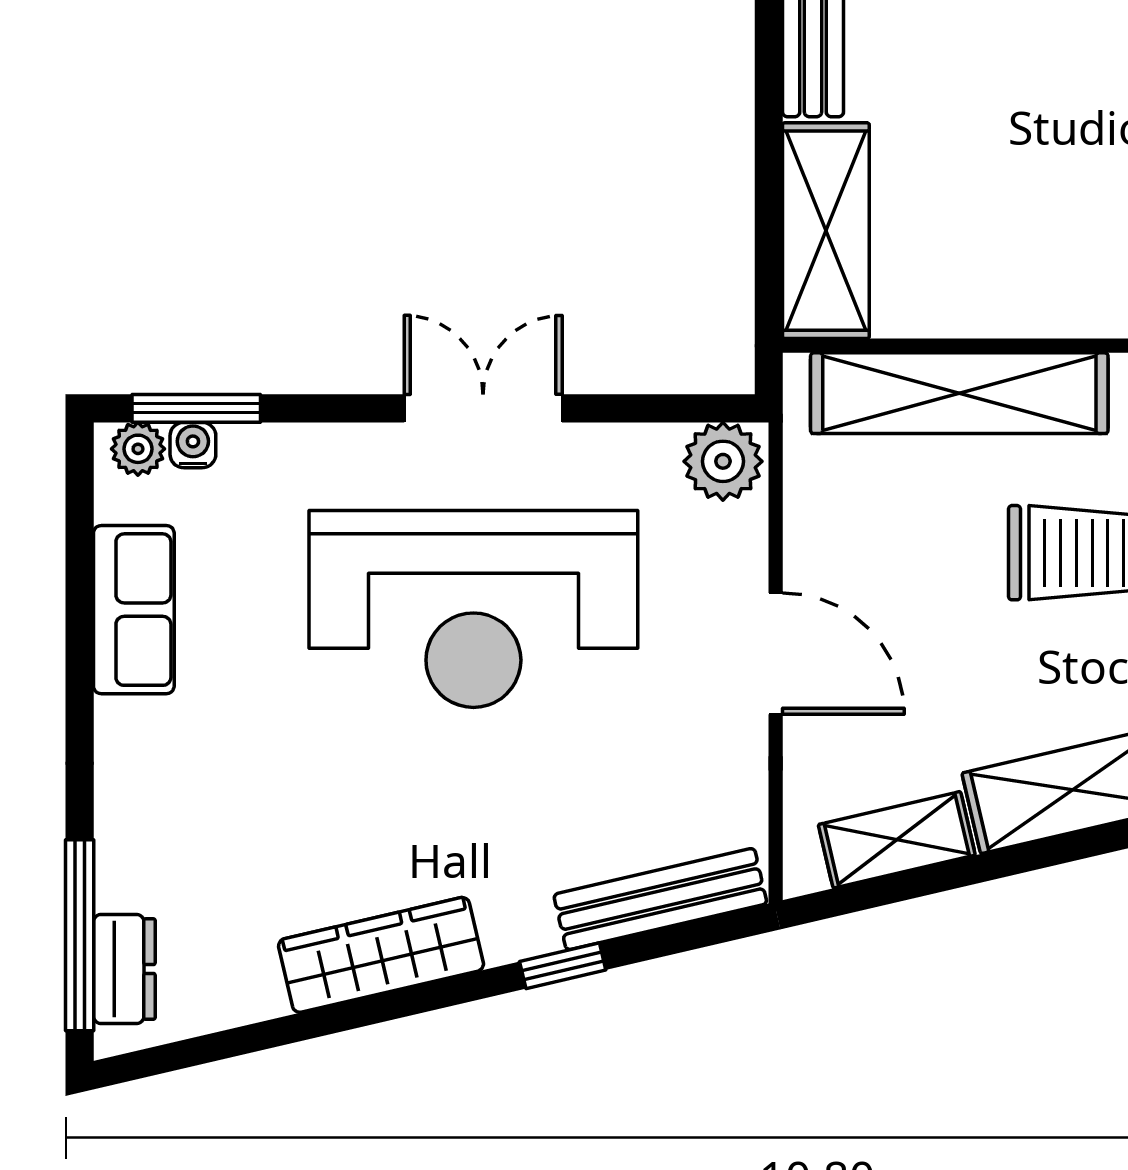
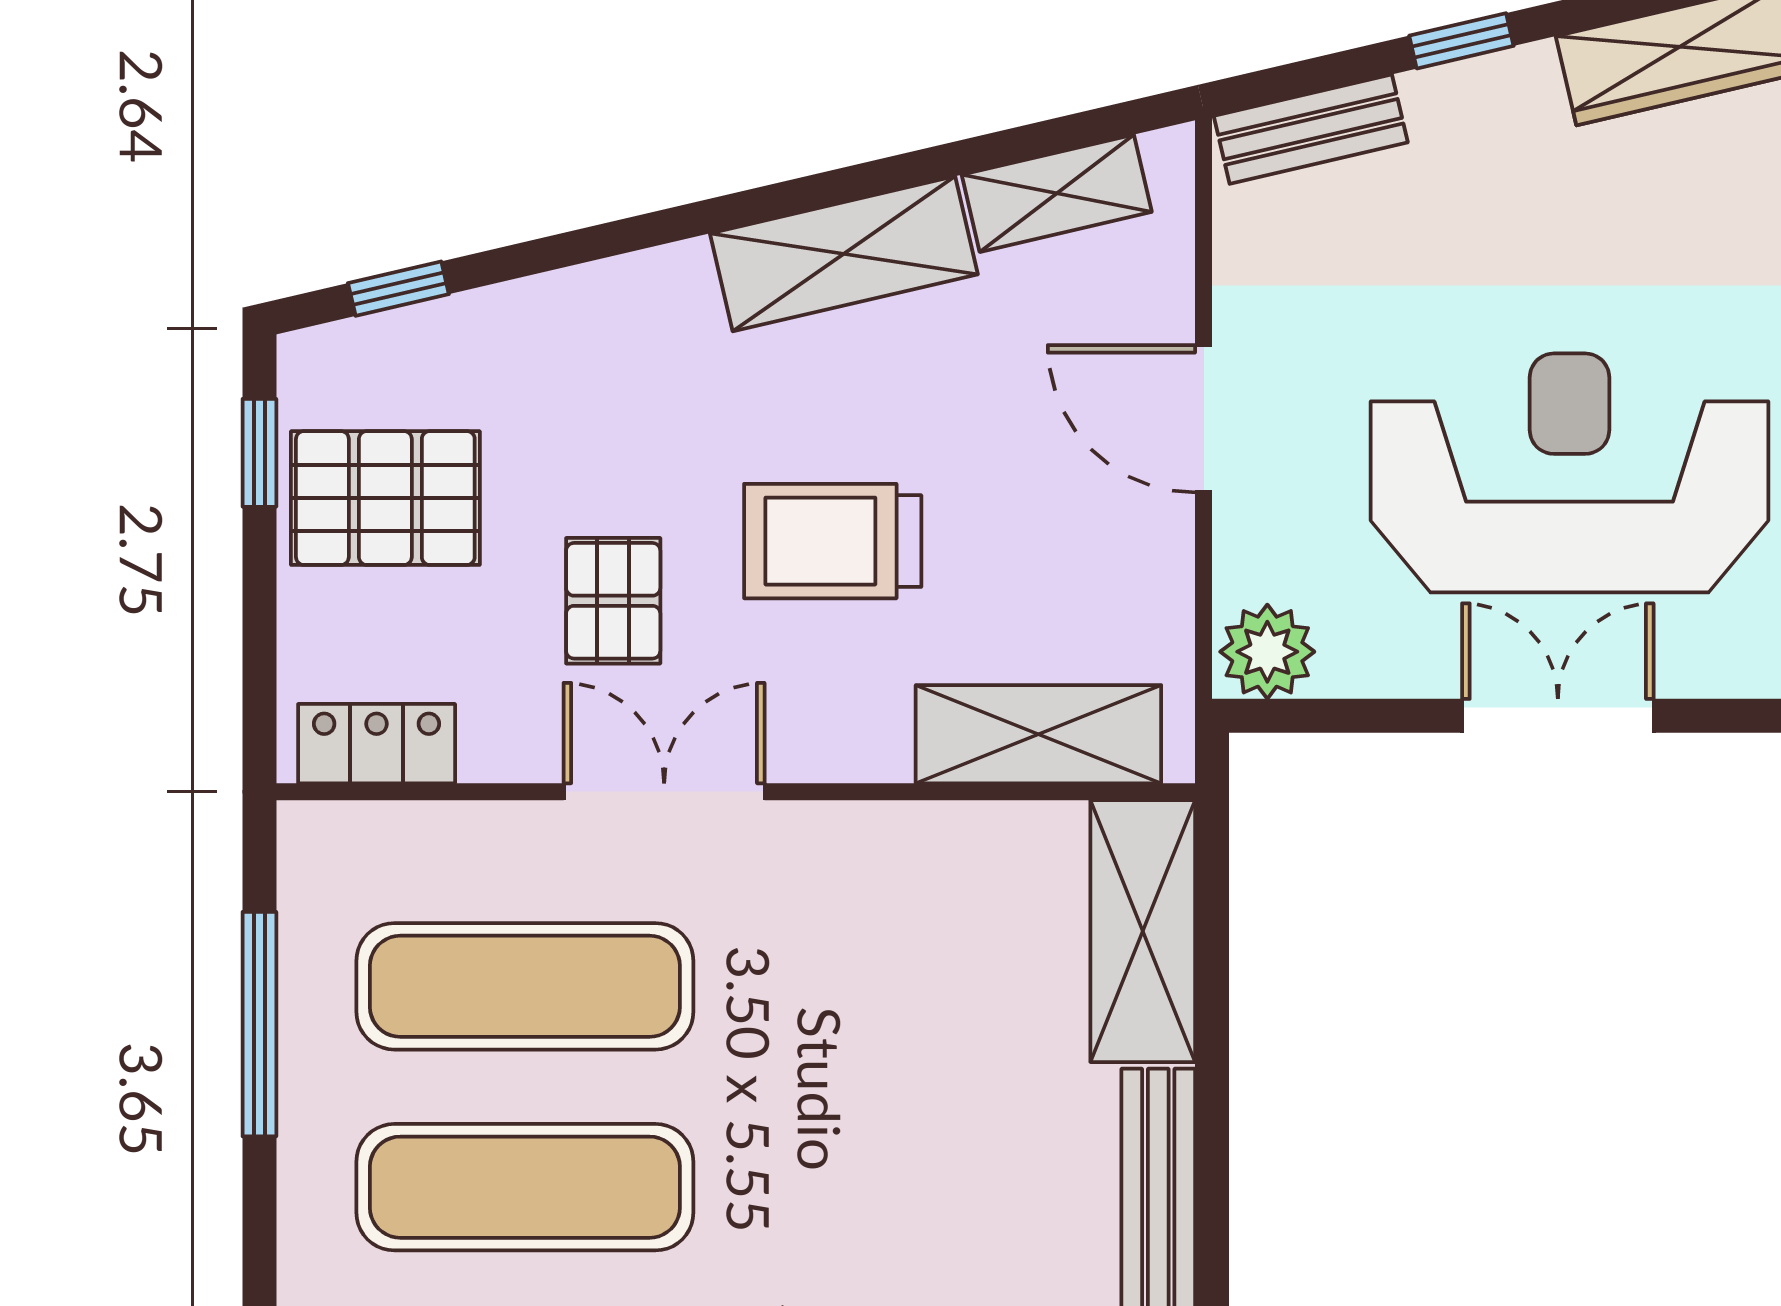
shelving: (959, 393) -> (1038, 734), width x0.68
double door: (483, 408) -> (1558, 716), swing flipped
bench: (660, 899) -> (1311, 129), width x0.73

